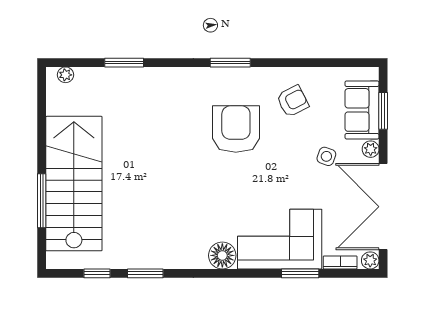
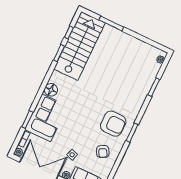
armchair: (236, 129) -> (113, 124), moved
stairs: (74, 184) -> (79, 46), moved, turned -90

